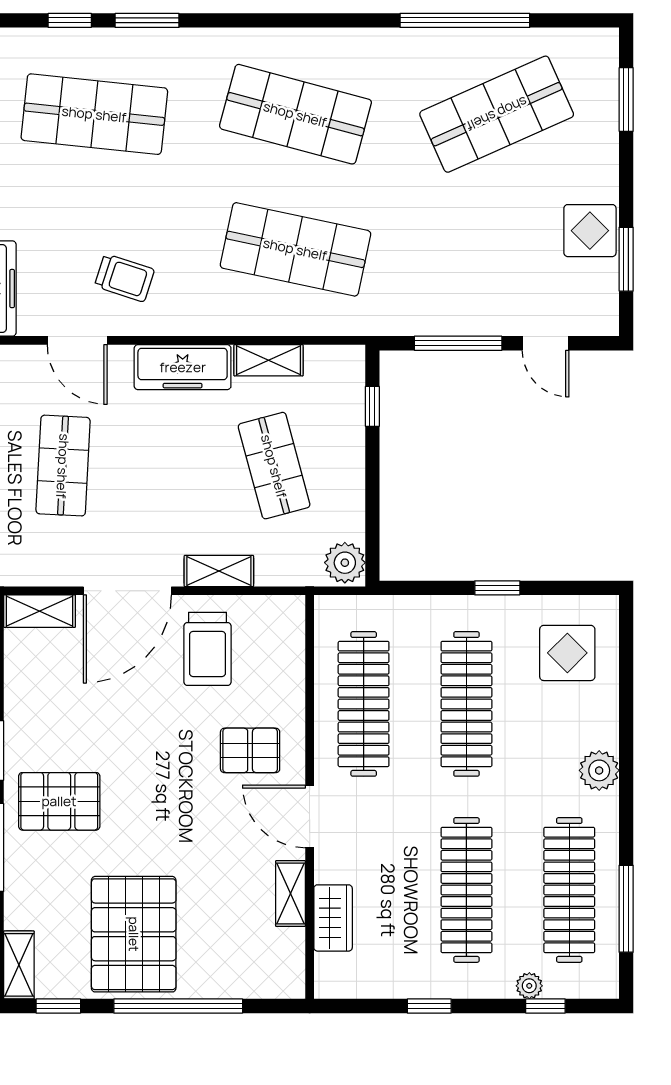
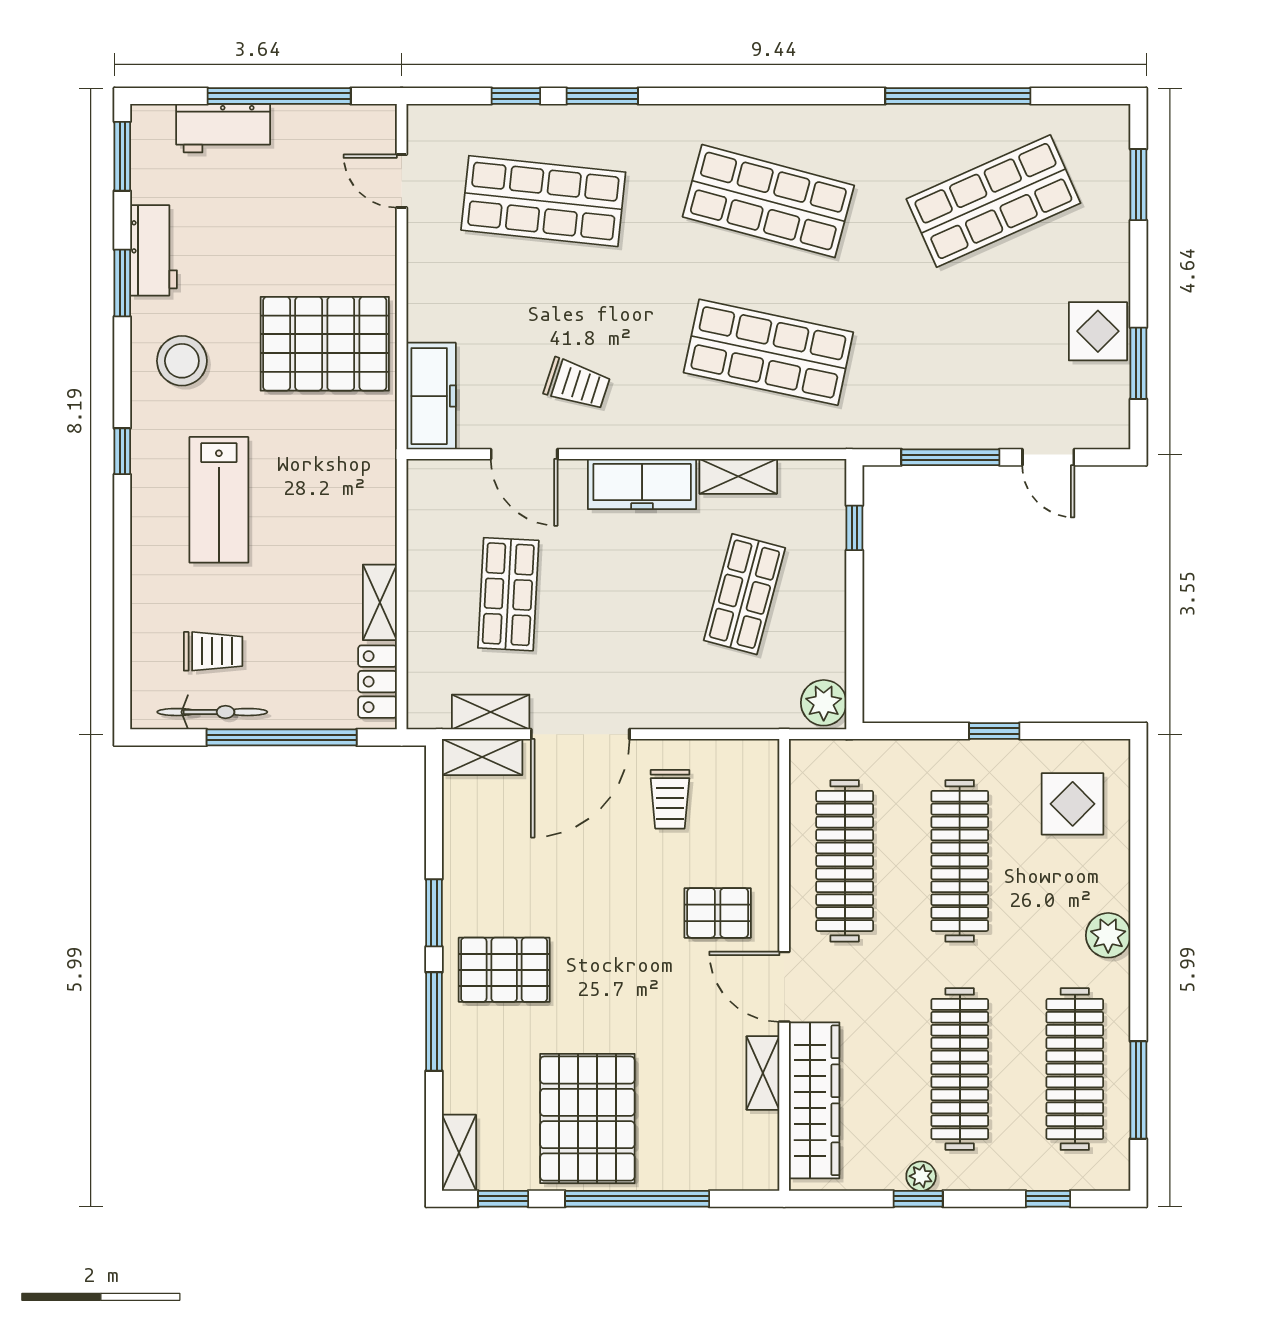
shop shelf: (274, 466) -> (744, 594), turned 30
shelving: (219, 571) -> (491, 712), moved
trolley: (208, 649) -> (670, 799), width x0.73, depth x0.72
wardrobe: (333, 918) -> (814, 1100), width x2.10, depth x1.17
plant: (529, 986) -> (921, 1176), moved

